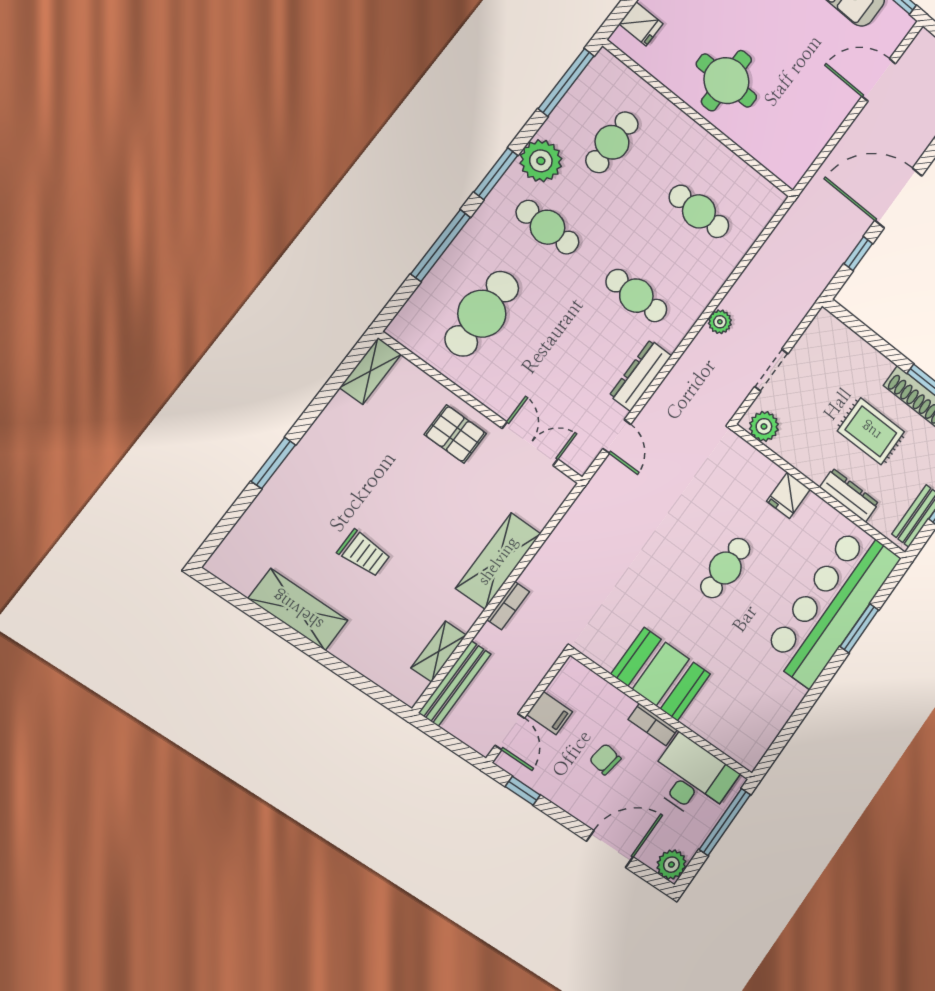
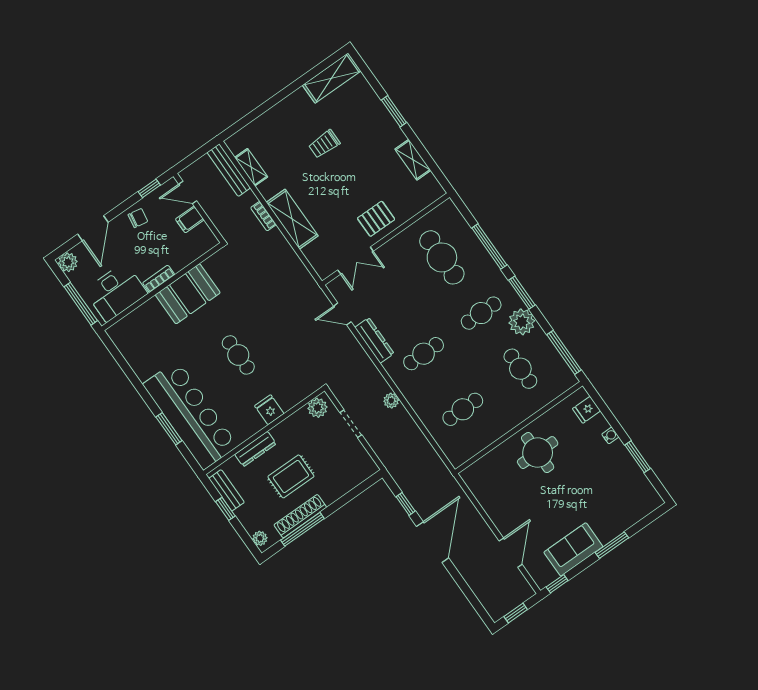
shelving: (370, 371) -> (413, 160), moved
shelving: (298, 610) -> (332, 78), moved
chair: (605, 759) -> (138, 218), moved

